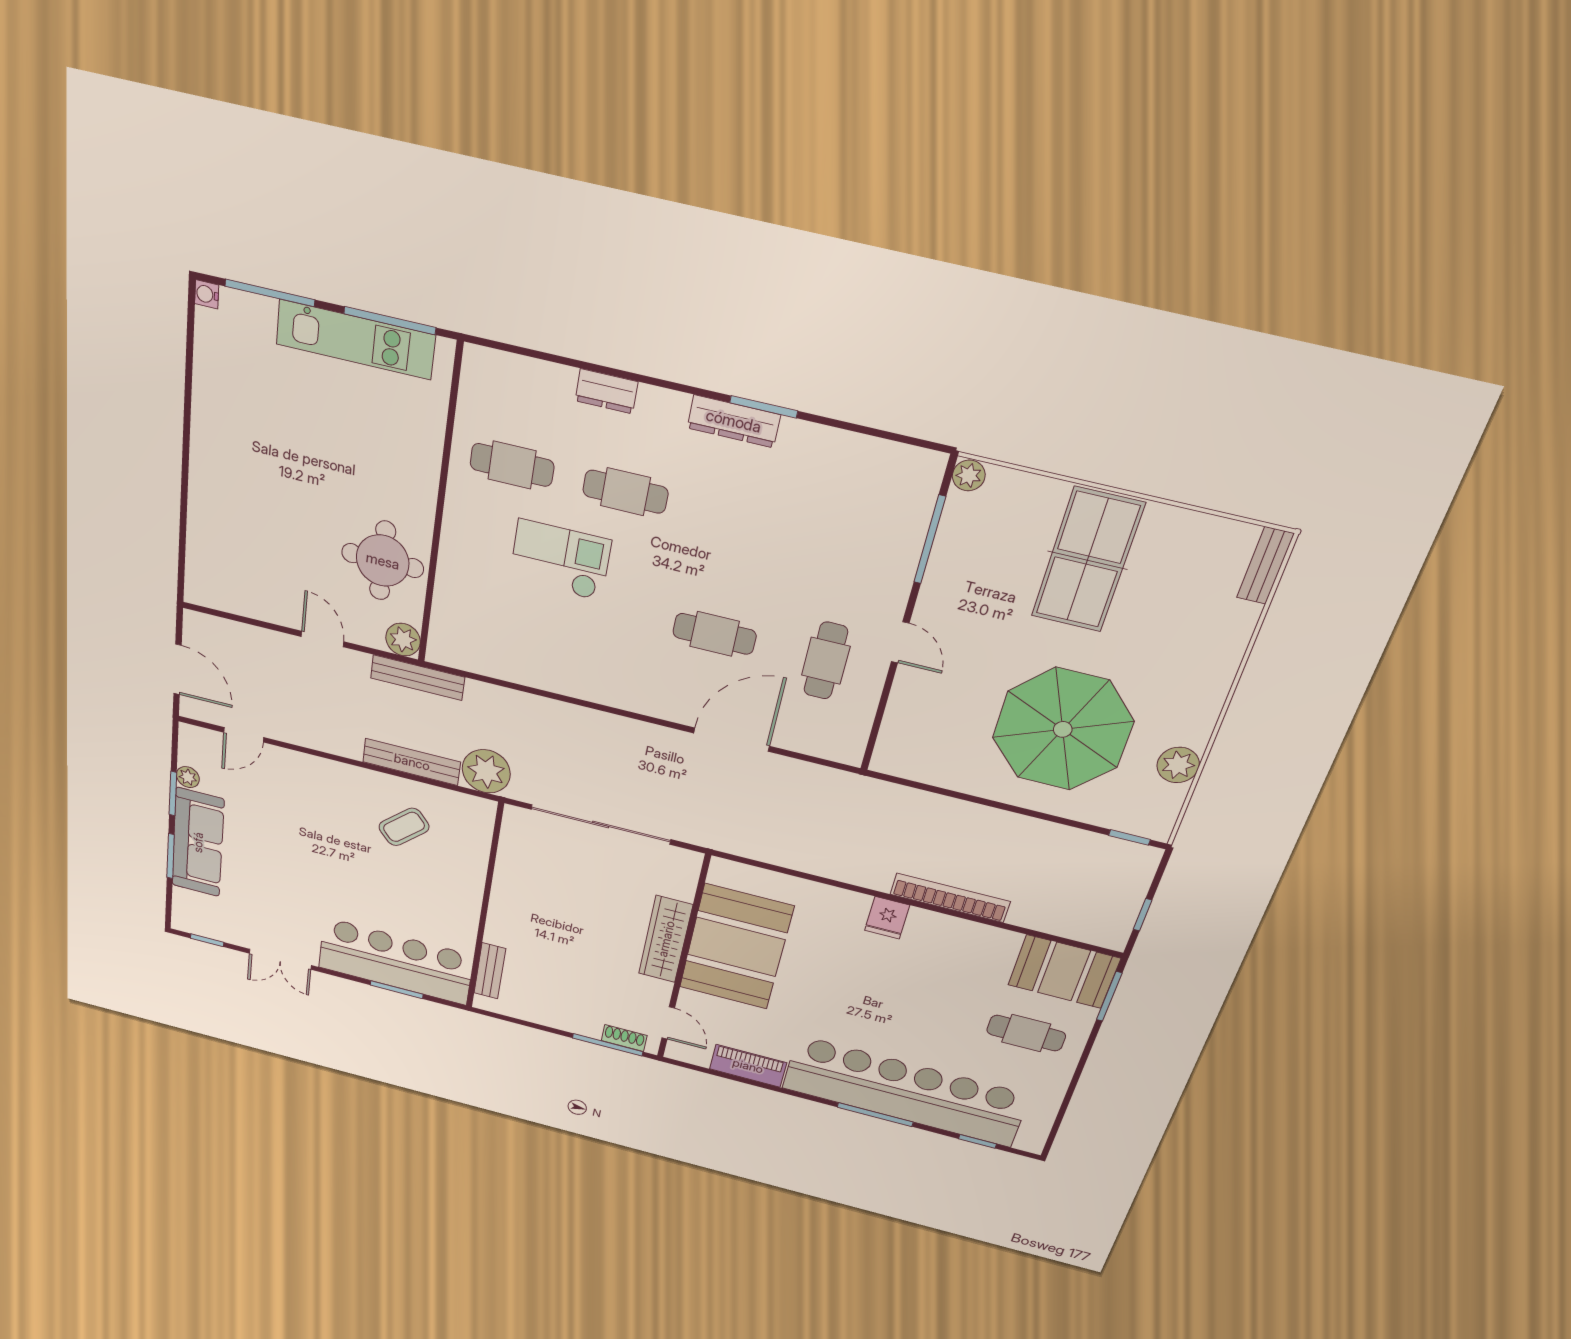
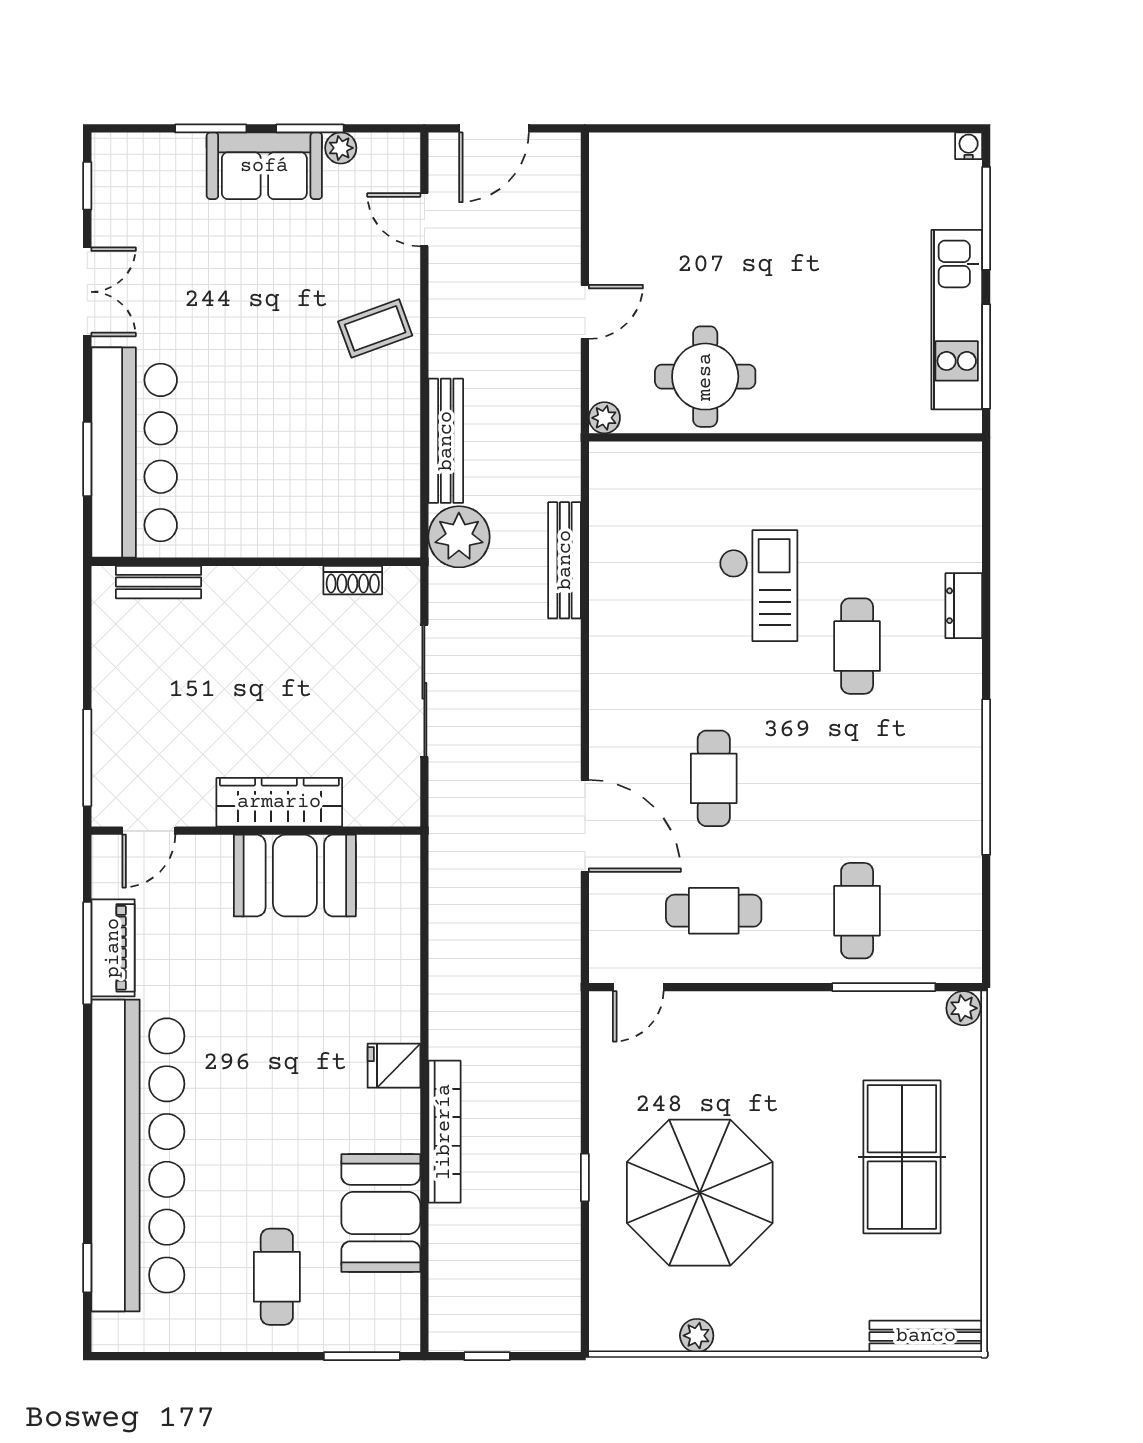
window: (764, 407) -> (986, 777), width x2.11
dresser: (734, 421) -> (963, 749), removed
cafe table: (512, 465) -> (857, 911), moved
table tennis table: (1087, 560) -> (902, 1157), turned 90
bench: (1265, 566) -> (926, 1336), width x1.36
plant: (403, 640) -> (604, 418), width x0.73, depth x0.73
door: (900, 642) -> (638, 987), moved
bench: (418, 678) -> (565, 560), moved
plant: (1178, 765) -> (697, 1336), width x0.73, depth x0.73
sliding door: (601, 824) -> (424, 691), width x0.73
coffee table: (404, 827) -> (375, 328), moved, turned -68
window: (1130, 837) -> (585, 1178), moved
sofa: (198, 842) -> (264, 166), width x0.73
booth: (736, 947) -> (295, 876), width x0.73, depth x0.70
double door: (280, 959) -> (87, 292), swing flipped
booth: (1064, 972) -> (381, 1213), moved
shoe rack: (624, 1038) -> (353, 580), moved, turned 90
window: (875, 1115) -> (87, 953), moved

